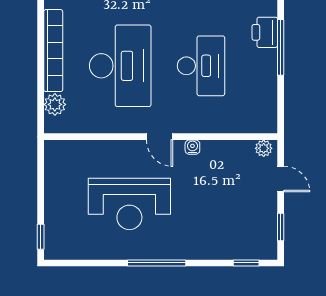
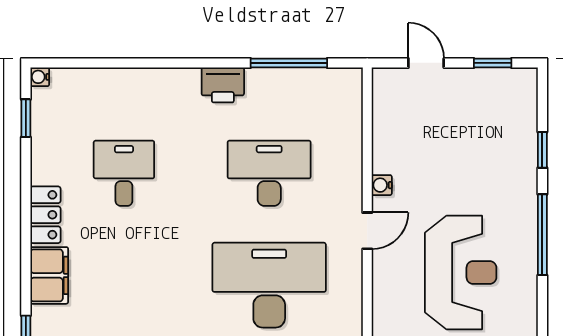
window: (281, 47) -> (289, 63), moved
plant: (264, 148) -> (383, 87), removed
door: (281, 179) -> (426, 63), hinge flipped
window: (246, 263) -> (542, 150), moved

